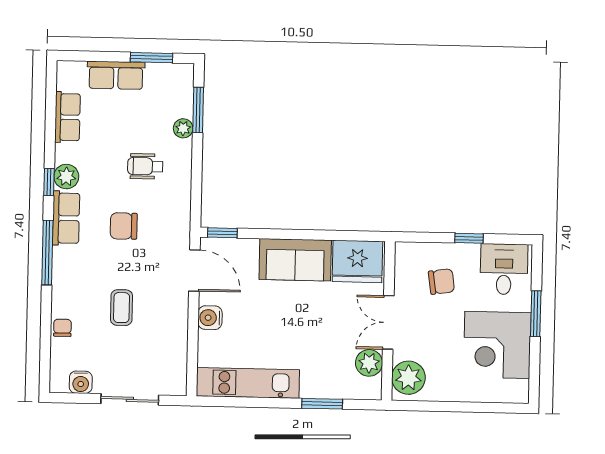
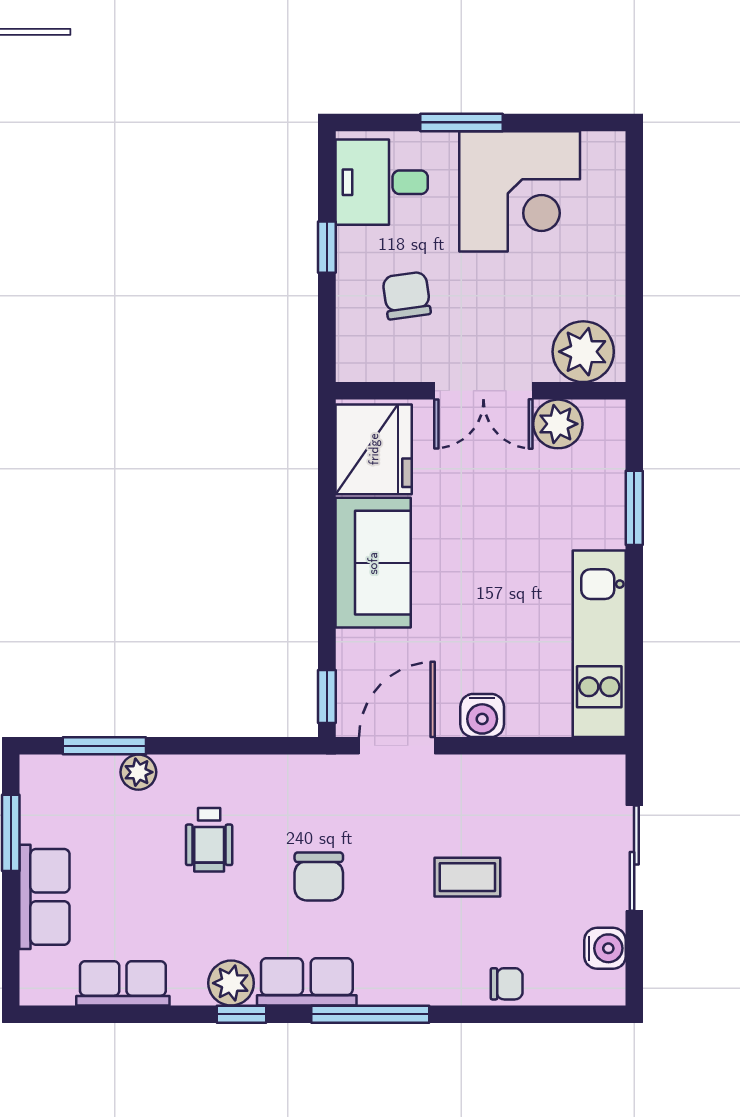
chair: (62, 328) -> (507, 984), turned 180

